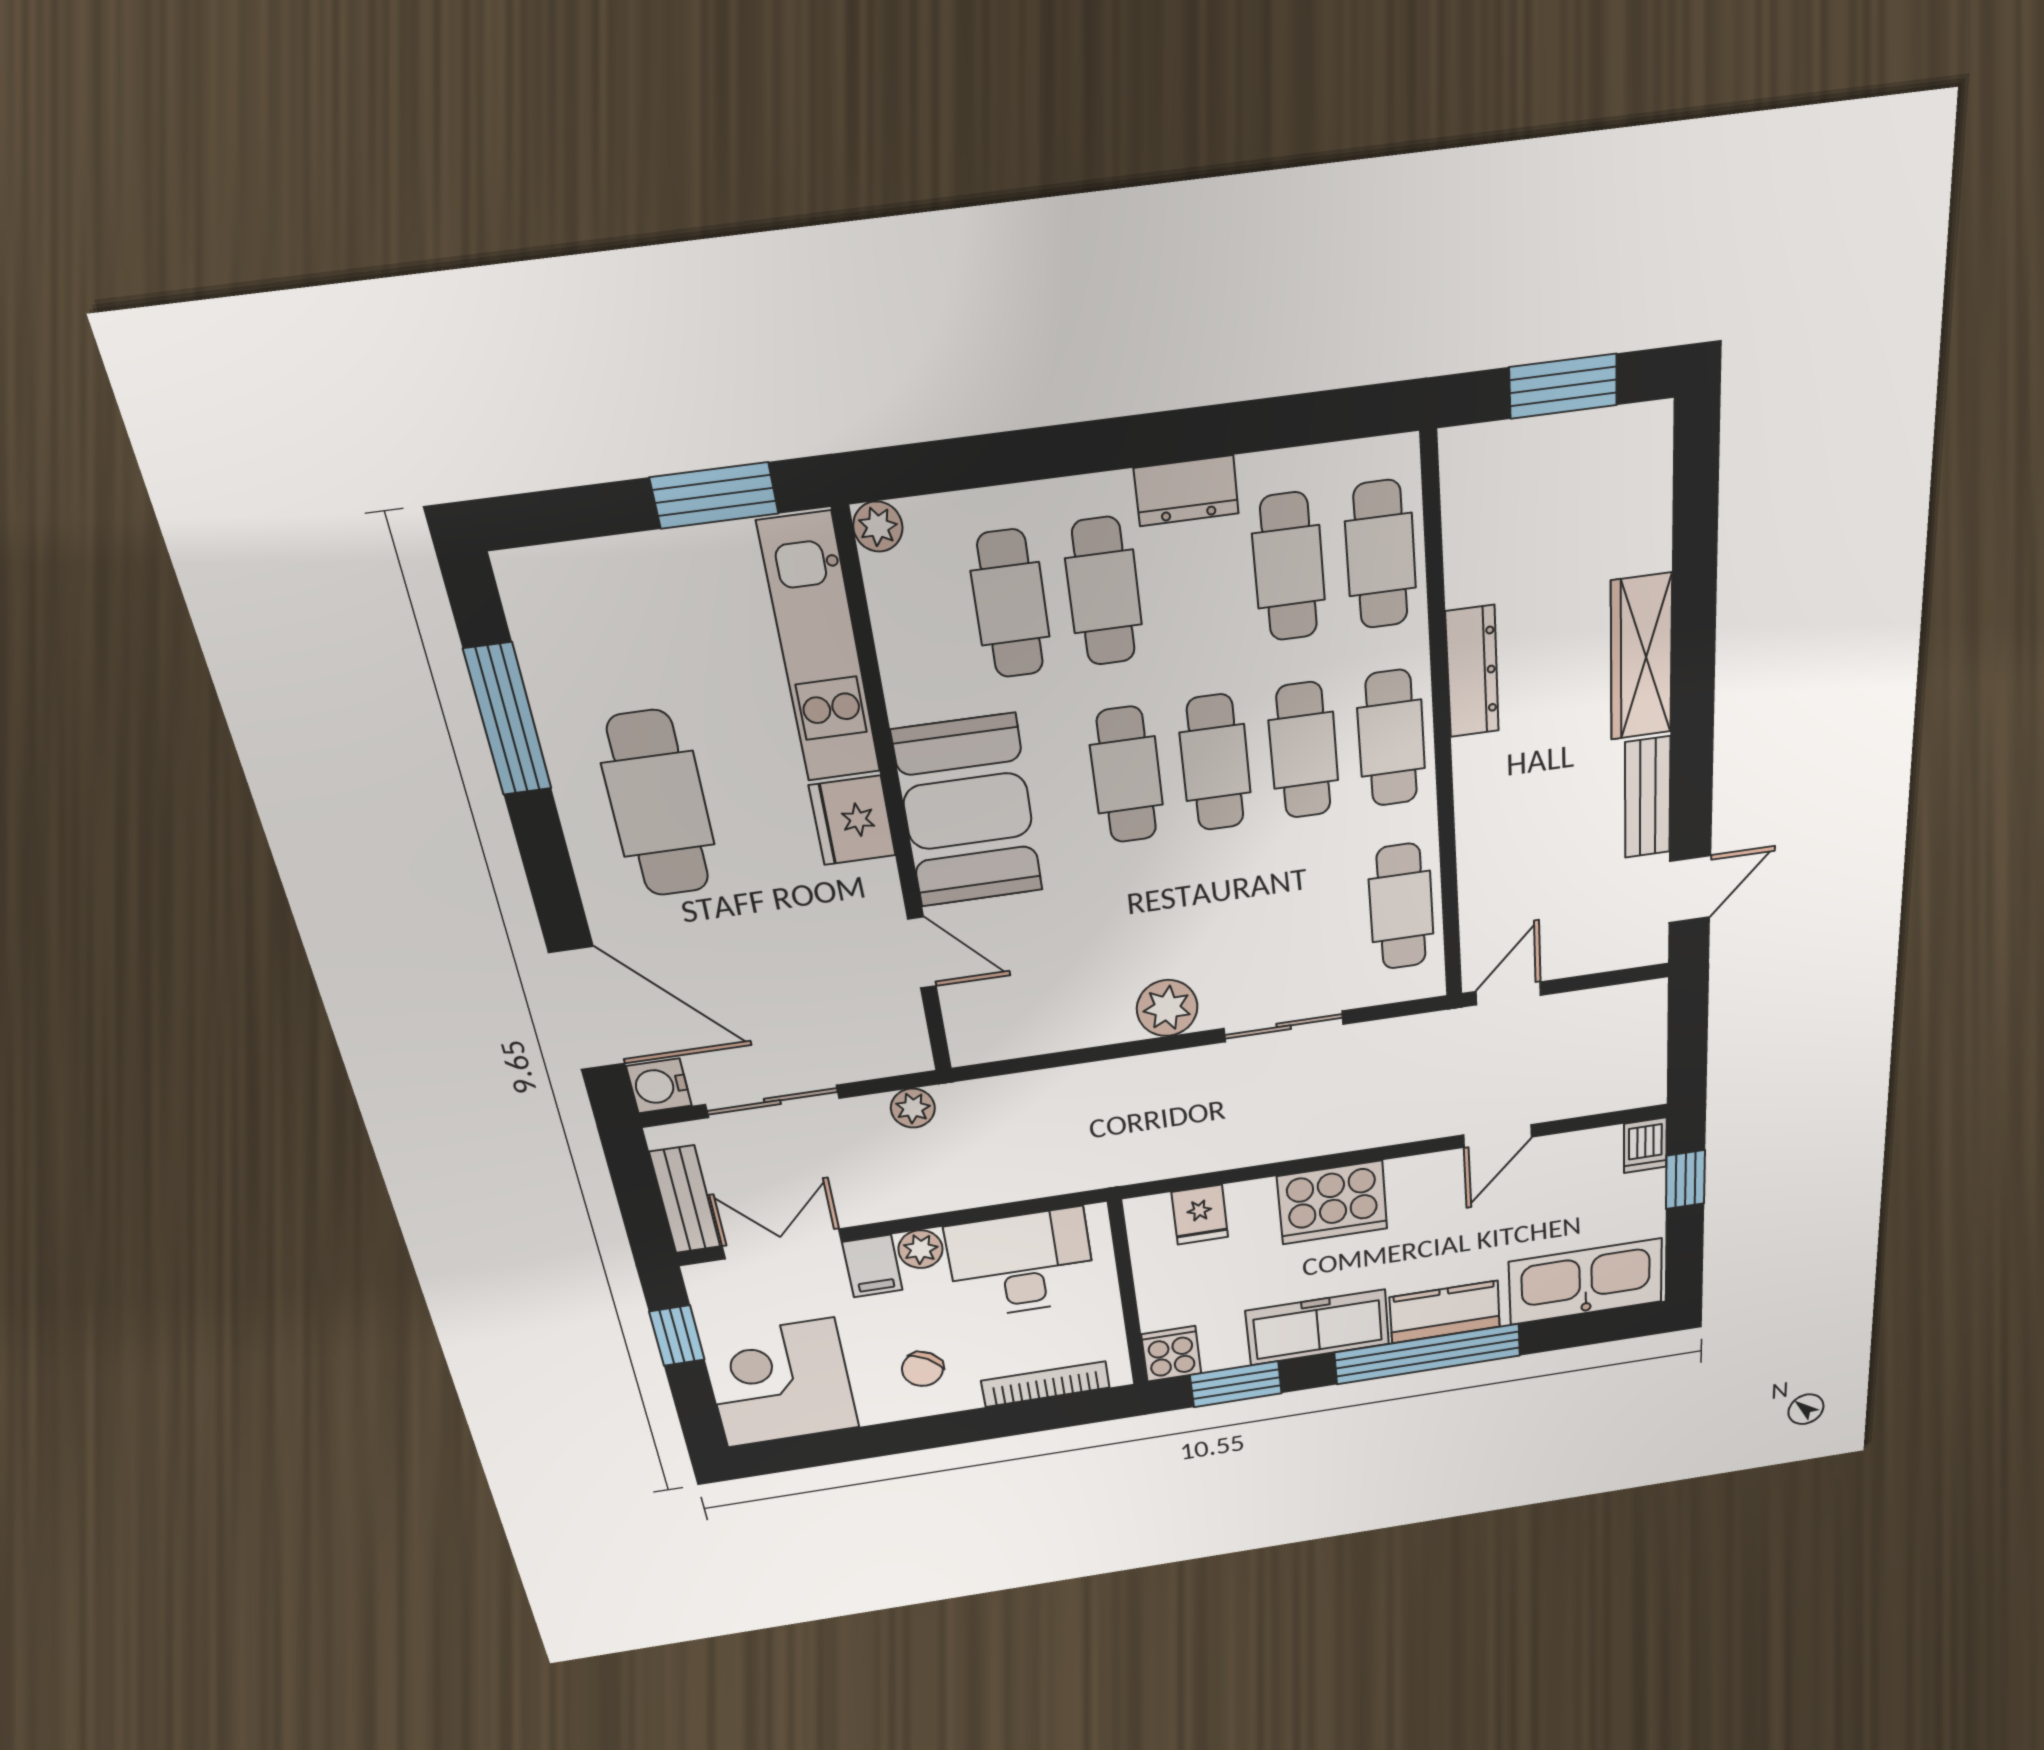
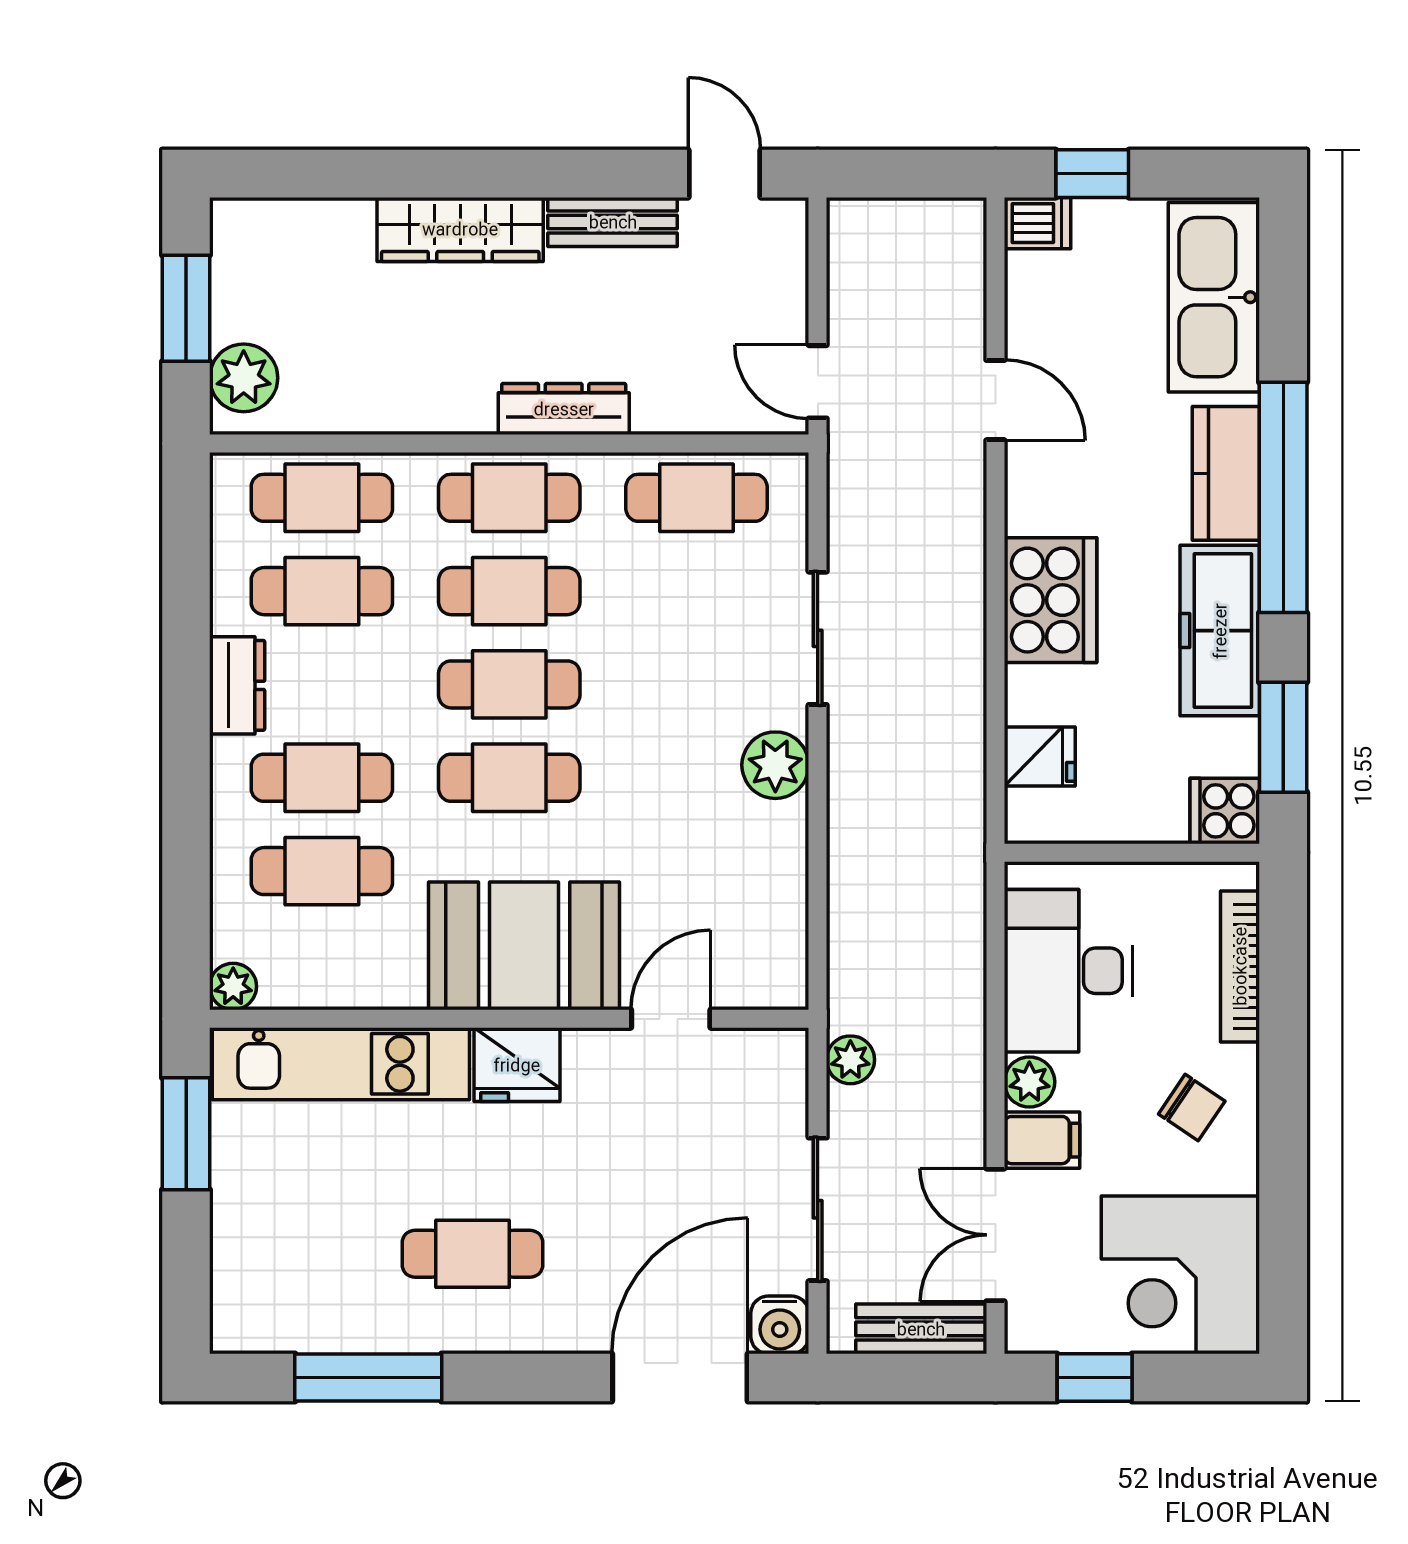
plant: (1495, 457) -> (244, 378), added
dresser: (1472, 672) -> (564, 409), moved
cafe table: (658, 804) -> (472, 1254), width x0.73, depth x0.74

